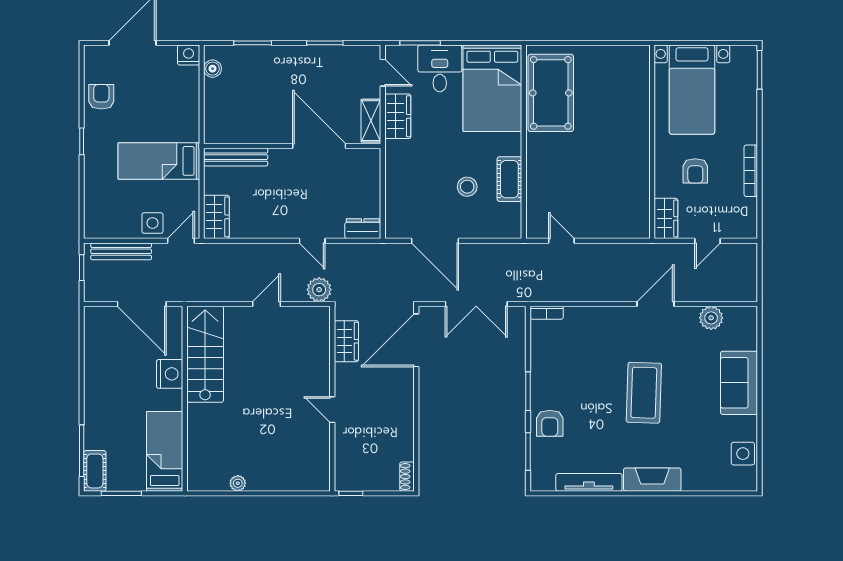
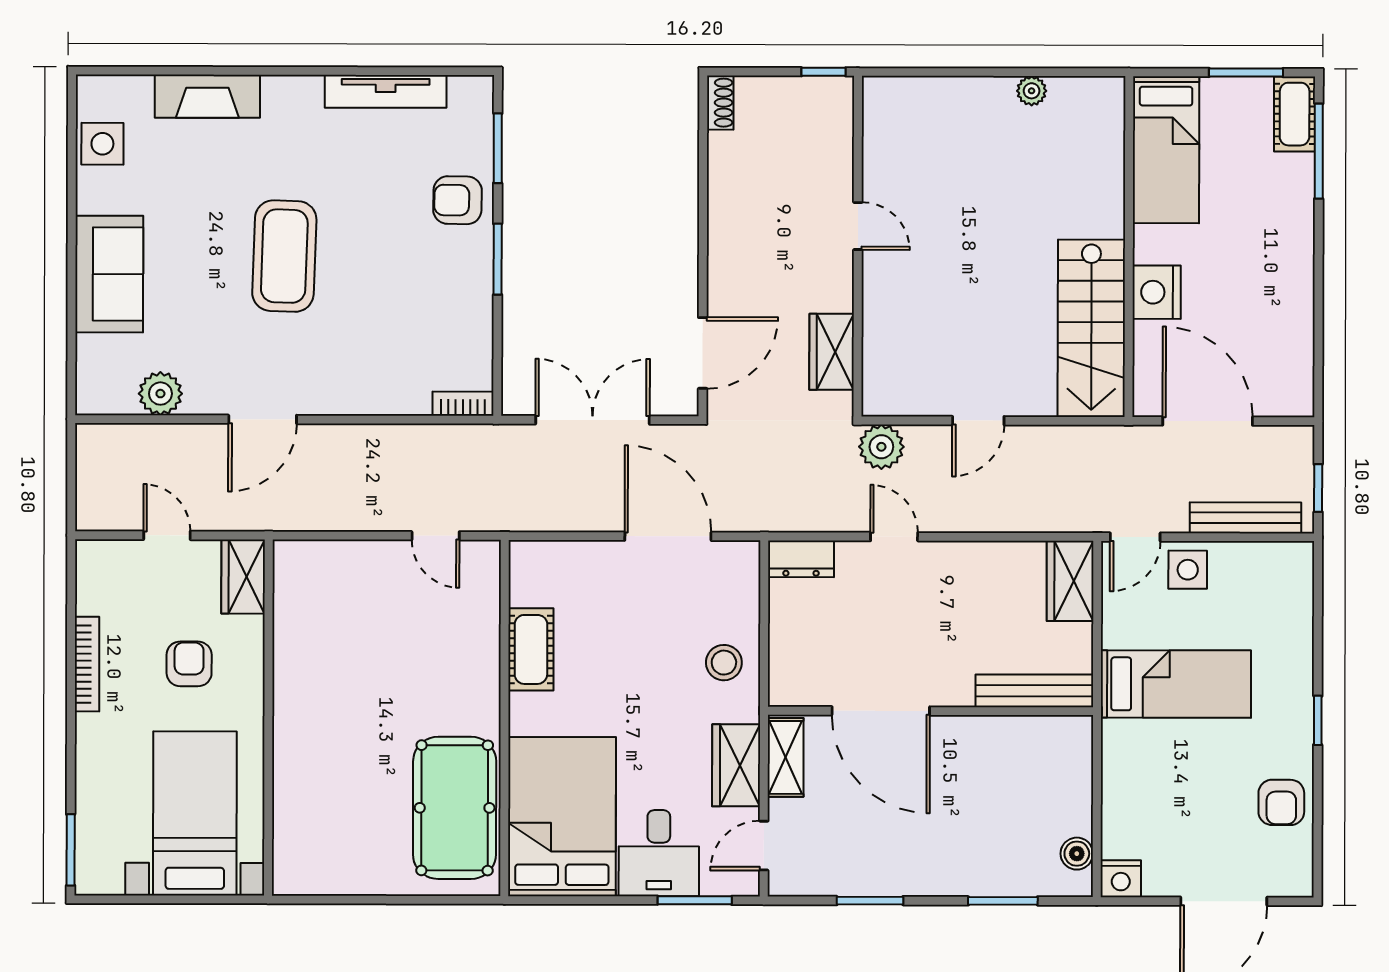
door: (383, 73) -> (764, 846), hinge flipped
stool: (467, 187) -> (724, 663), moved
door: (707, 241) -> (167, 535), hinge flipped
door: (416, 340) -> (703, 353), width x0.73
armchair: (550, 423) -> (457, 200), turned -89
fireplace: (652, 480) -> (207, 96), moved

